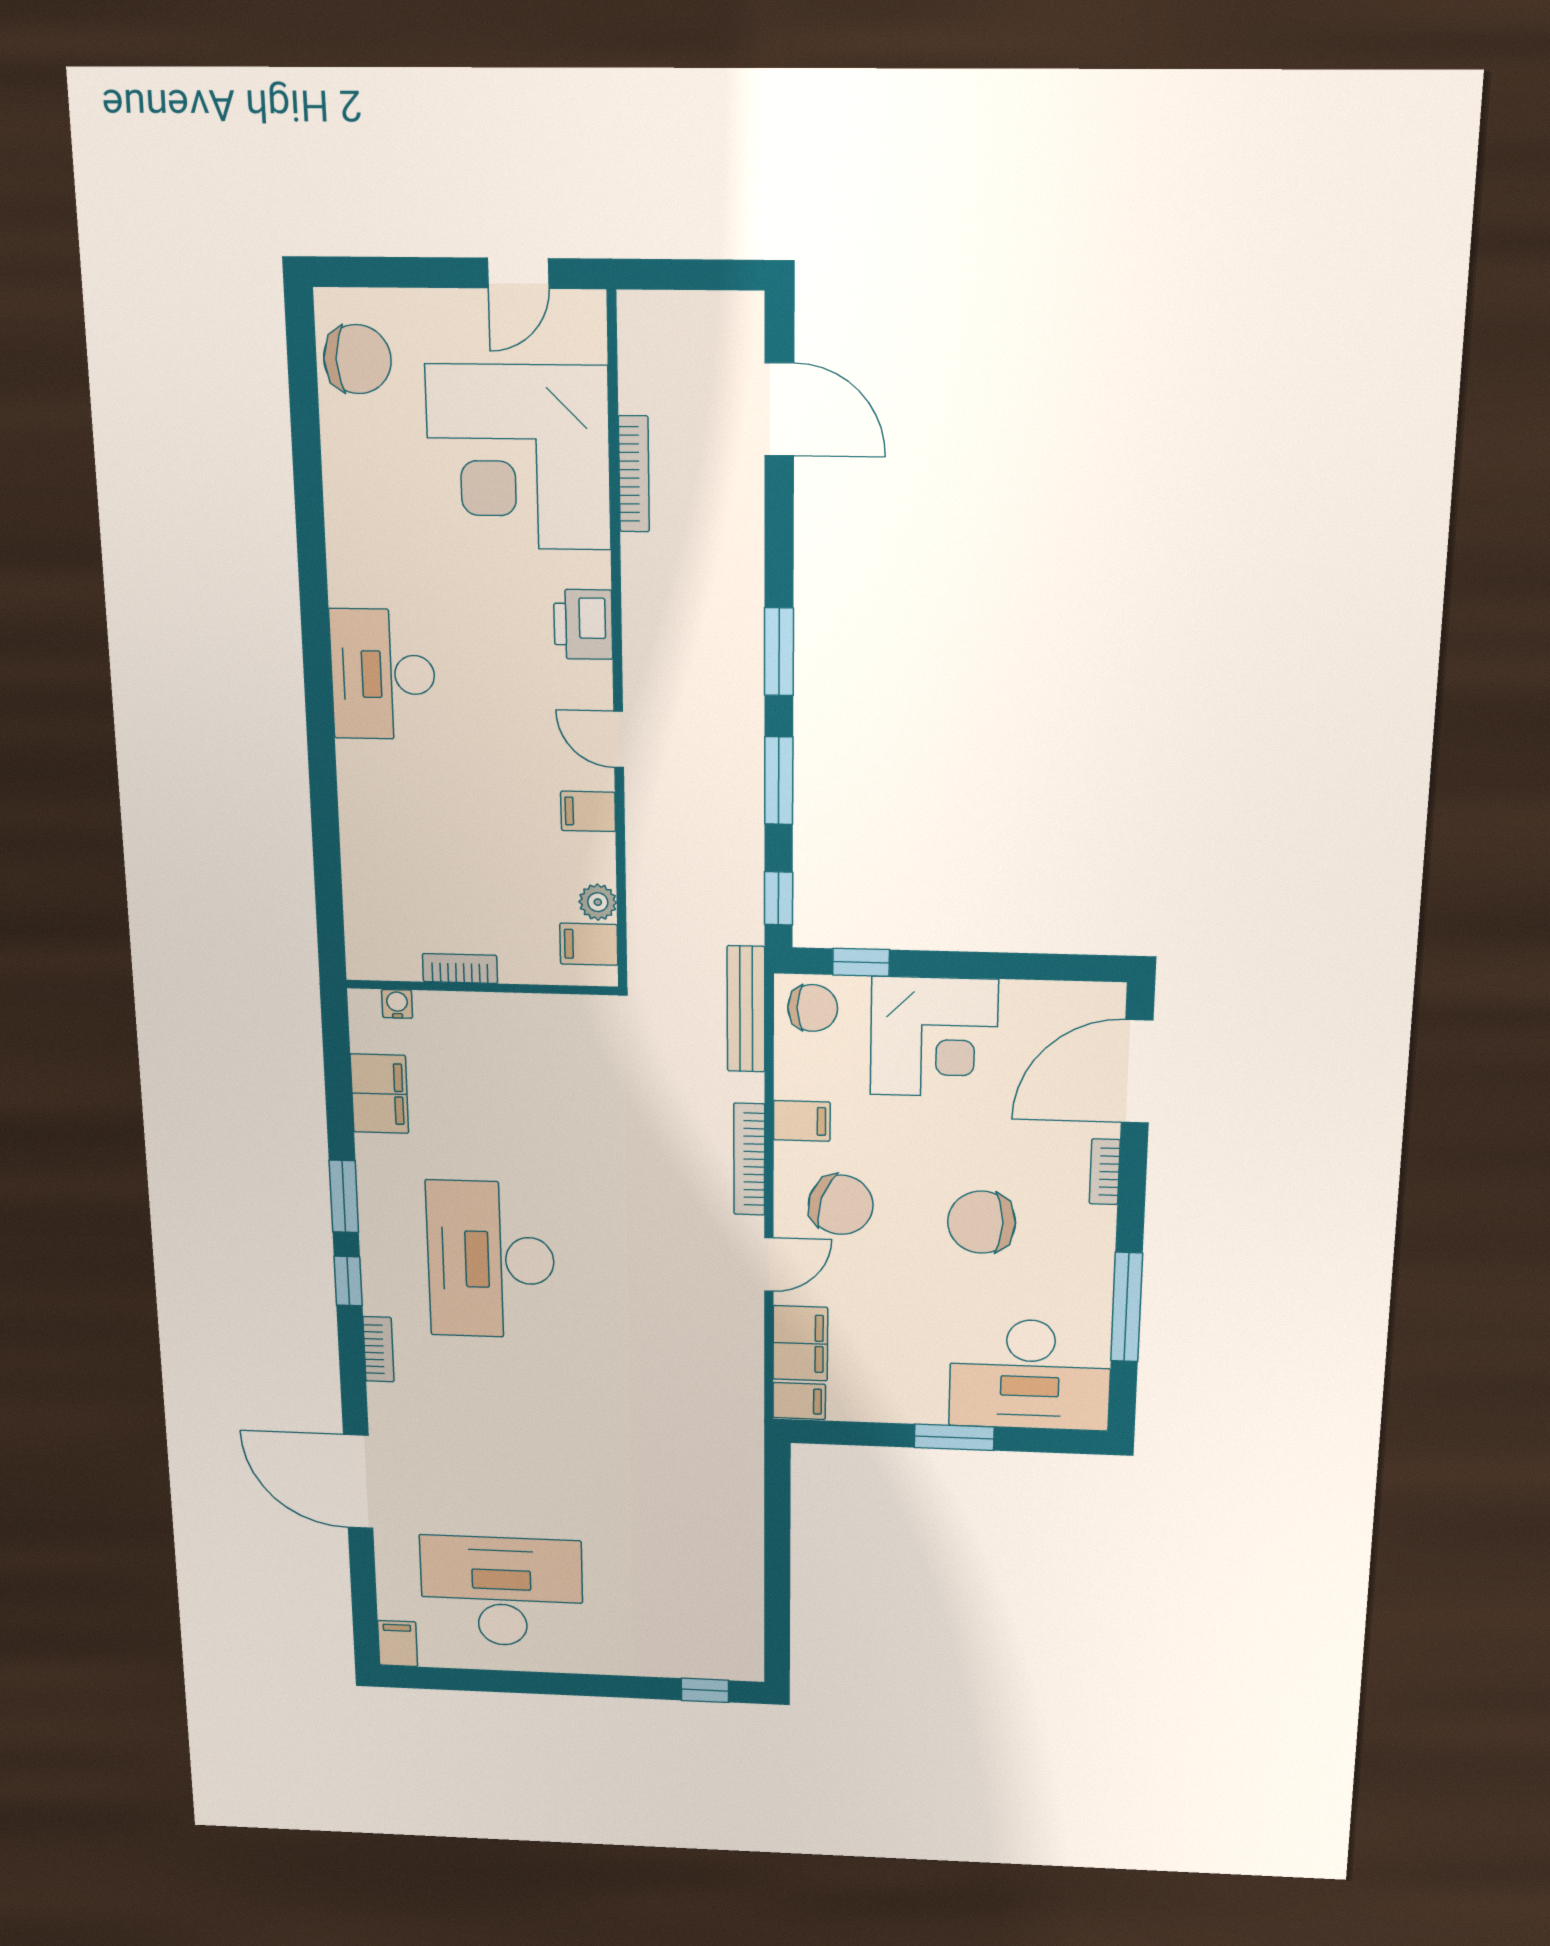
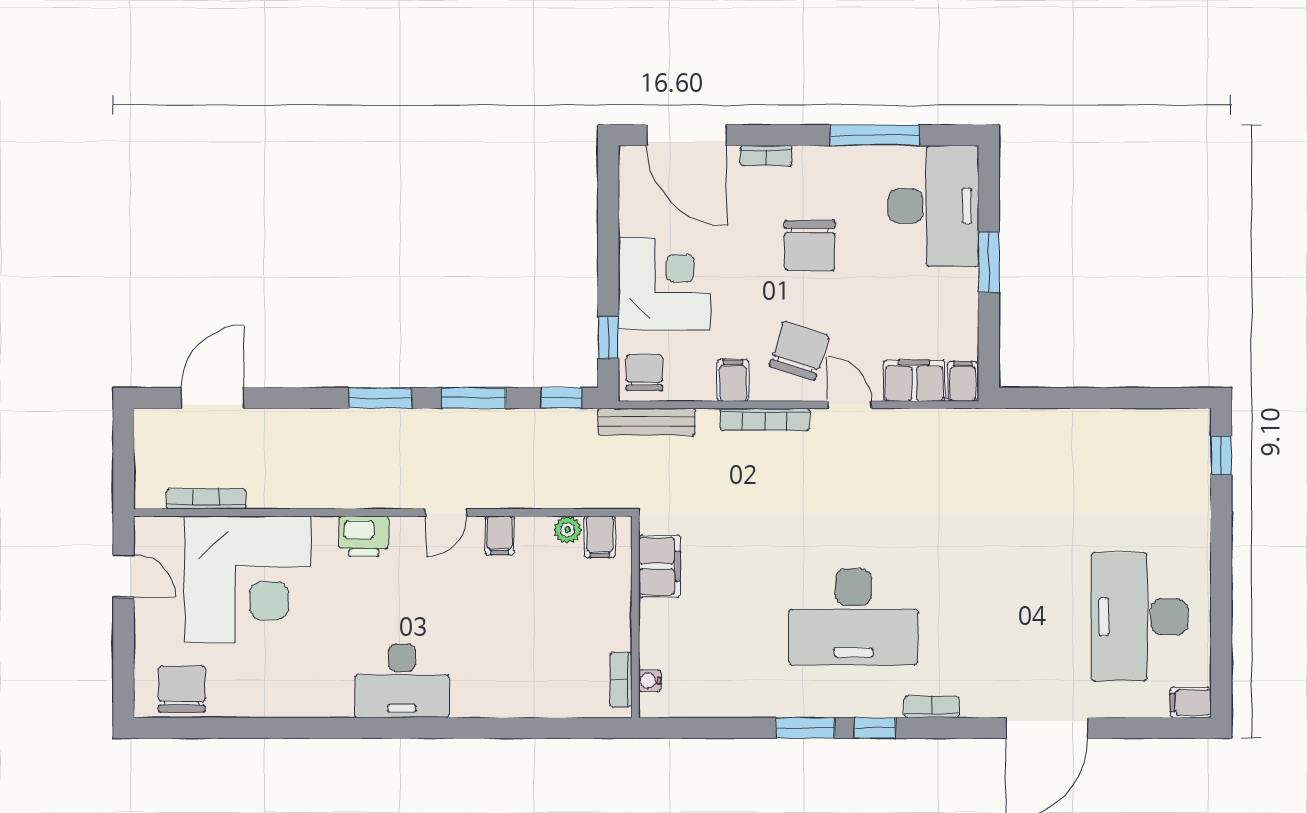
bookcase: (634, 474) -> (206, 499), moved
bookcase: (460, 968) -> (621, 680), moved
filing cabinet: (379, 1094) -> (659, 566), moved, turned 90

